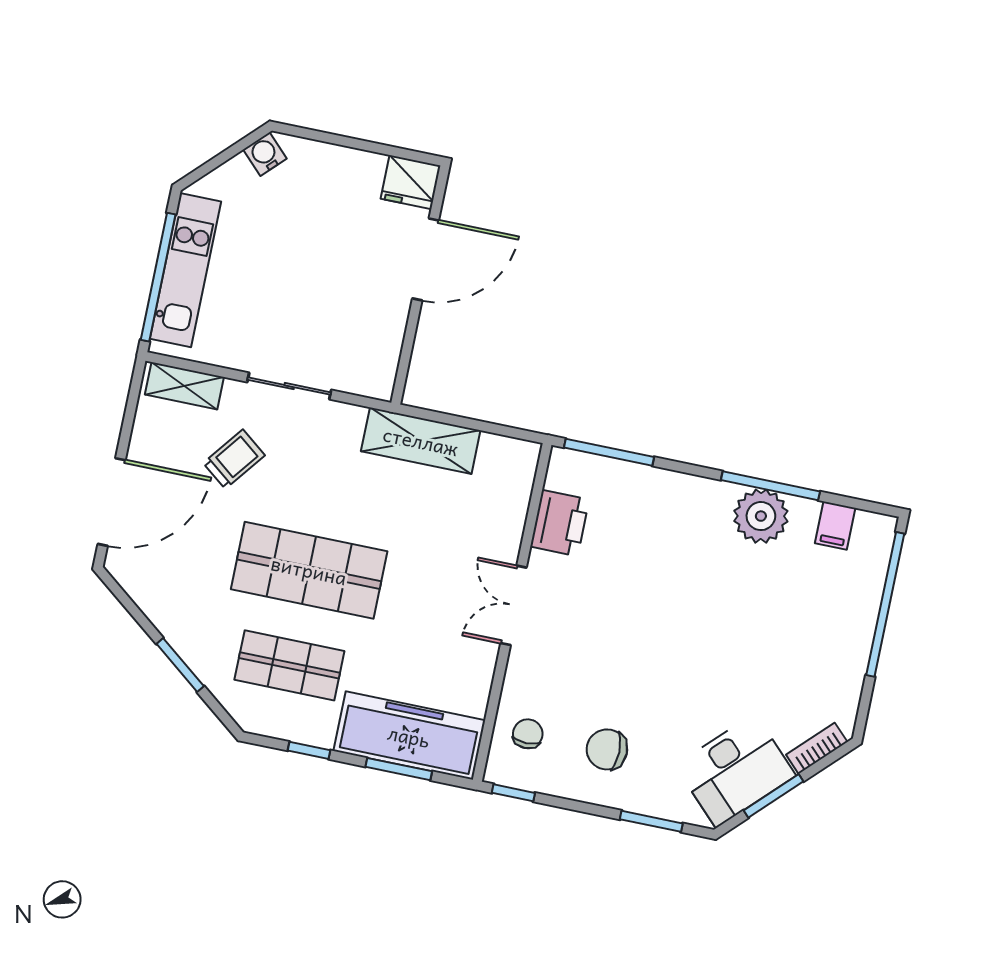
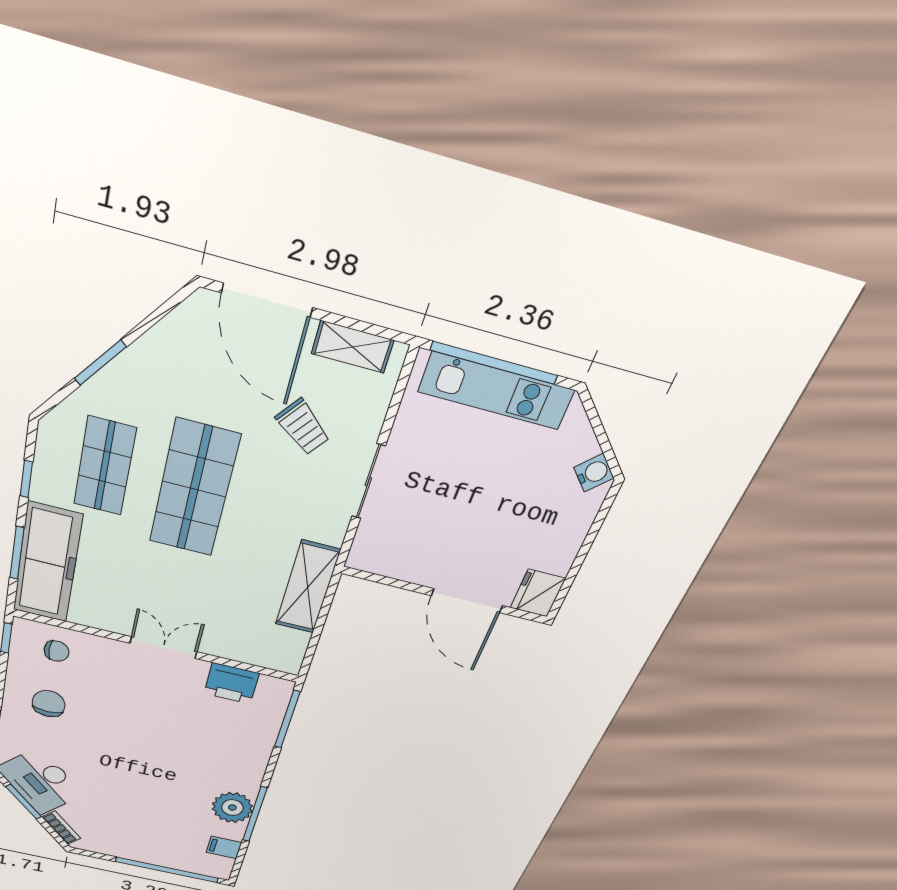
shelving: (184, 386) -> (353, 347), moved, turned 90

